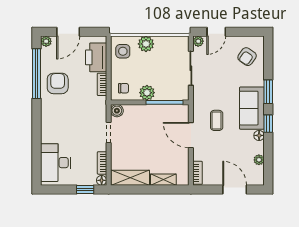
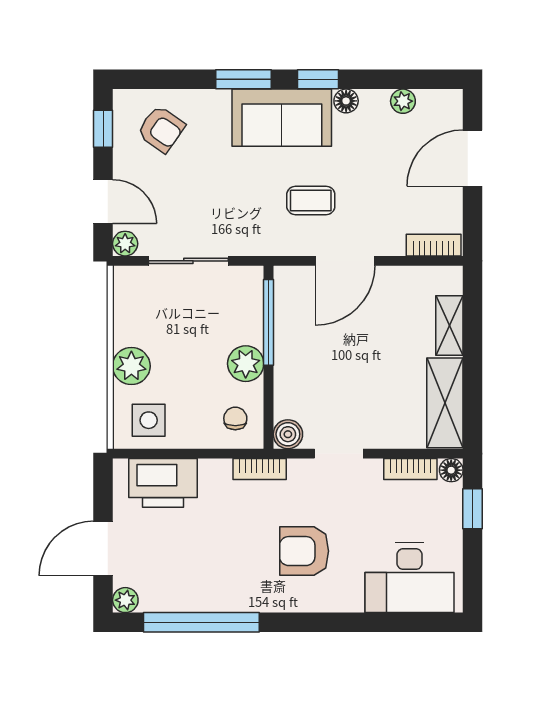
door: (68, 32) -> (103, 548), swing flipped
window: (247, 32) -> (103, 129), added
armchair: (58, 83) -> (304, 551), moved
bookcase: (102, 84) -> (260, 469), moved

